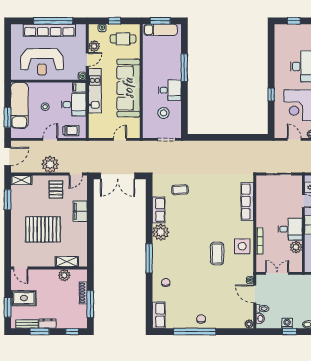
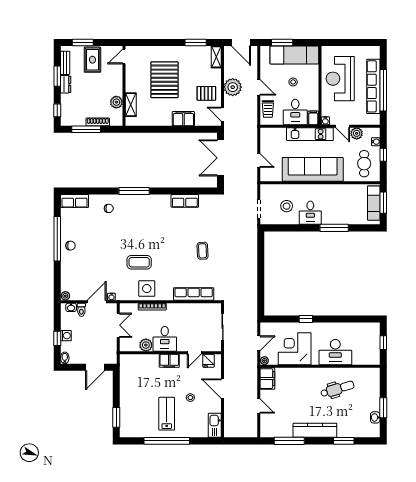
coffee table: (180, 190) -> (203, 251), moved
plant: (161, 232) -> (161, 203), removed

